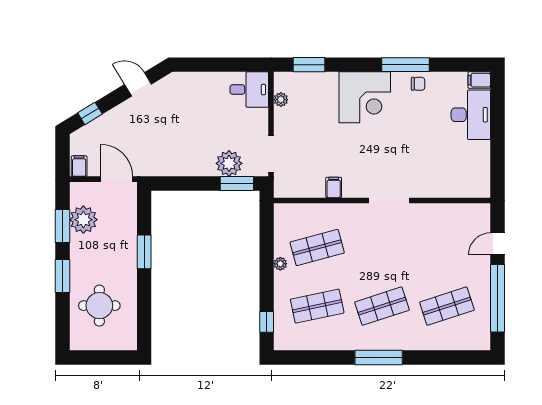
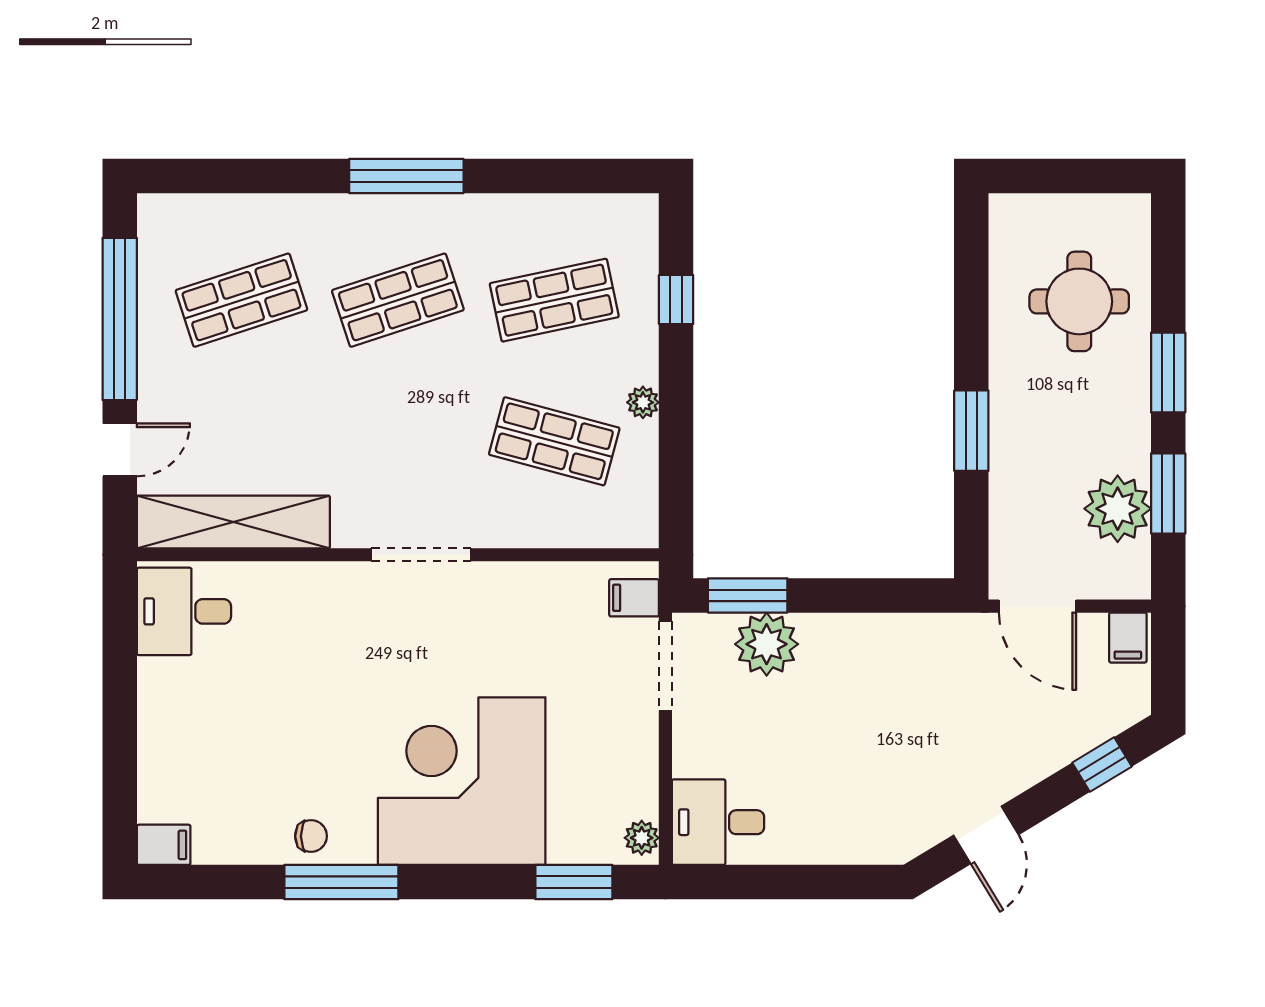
door: (138, 84) -> (986, 835), hinge flipped
chair: (418, 84) -> (311, 836), turned 180
corner desk: (365, 97) -> (462, 781), width x1.36, depth x1.36
plant: (281, 100) -> (642, 838), moved
desk: (471, 115) -> (184, 611), moved, width x0.73
filing cabinet: (334, 187) -> (634, 598), moved, turned 90
doorway: (389, 200) -> (421, 555), moved
shelving: (450, 214) -> (233, 522), added
shop shelf: (317, 248) -> (554, 441), turned 30
window: (267, 322) -> (676, 300), moved

